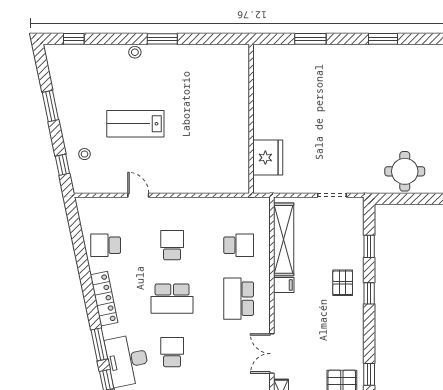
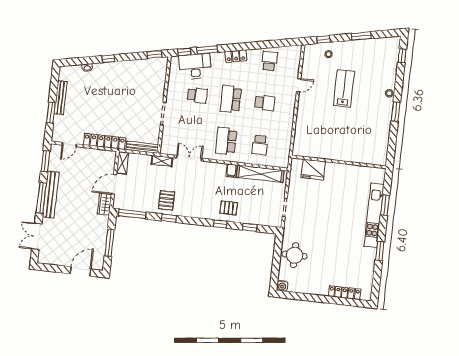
kitchen unit: (328, 54) -> (374, 215), added
locker: (104, 299) -> (236, 56), width x0.66
school desk: (239, 299) -> (226, 141), turned -90

